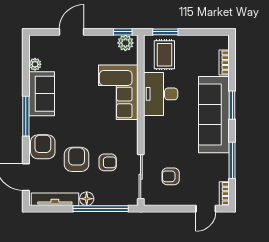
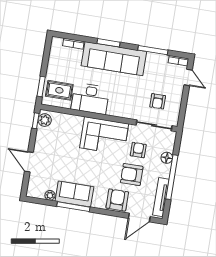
corner sofa: (118, 92) -> (104, 136), moved
window: (26, 116) -> (73, 207), moved
armchair: (43, 147) -> (117, 200), turned 90
floor lamp: (87, 199) -> (167, 158), moved
window: (101, 209) -> (172, 177), moved

